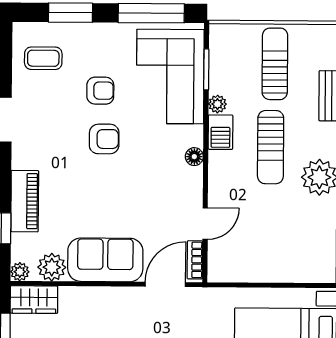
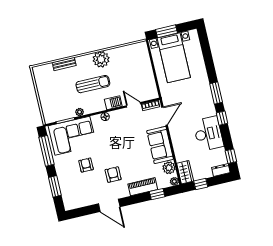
coffee table: (43, 58) -> (78, 194), removed
sun lounger: (275, 64) -> (56, 91), removed
barbecue: (220, 132) -> (113, 103), moved
armchair: (104, 139) -> (113, 175), moved
door: (165, 284) -> (165, 116), swing flipped

